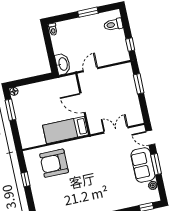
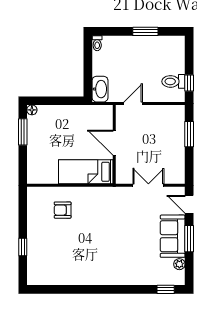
toilet: (113, 25) -> (173, 81), moved
armchair: (54, 163) -> (63, 210), width x0.53, depth x0.53
window: (26, 179) -> (23, 247), moved

